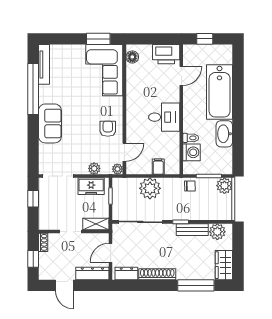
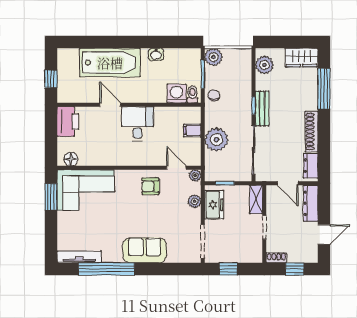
door: (181, 76) -> (110, 105), moved
washbasin: (224, 134) -> (156, 54), width x0.52, depth x0.69
toilet: (191, 138) -> (192, 94), moved
bench: (192, 230) -> (262, 108), moved

